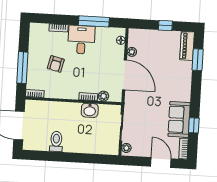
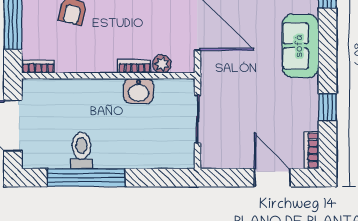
sofa: (179, 119) -> (300, 46), moved
plant: (126, 148) -> (208, 155), removed
window: (58, 157) -> (86, 178), added

